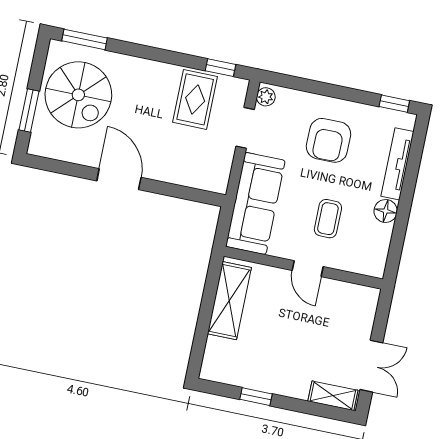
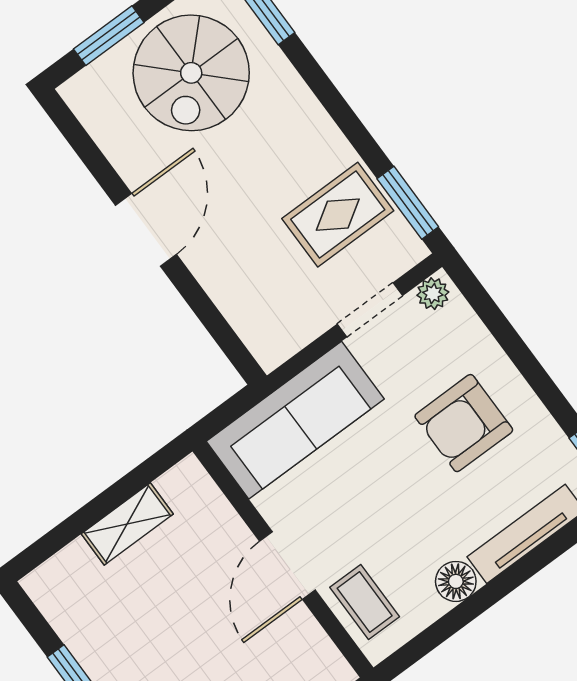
window: (220, 68) -> (408, 203), width x1.50
coffee table: (328, 219) -> (365, 602), moved, turned 90
door: (308, 269) -> (287, 566), width x1.38
shelving: (229, 301) -> (127, 524), width x0.67, depth x0.75

